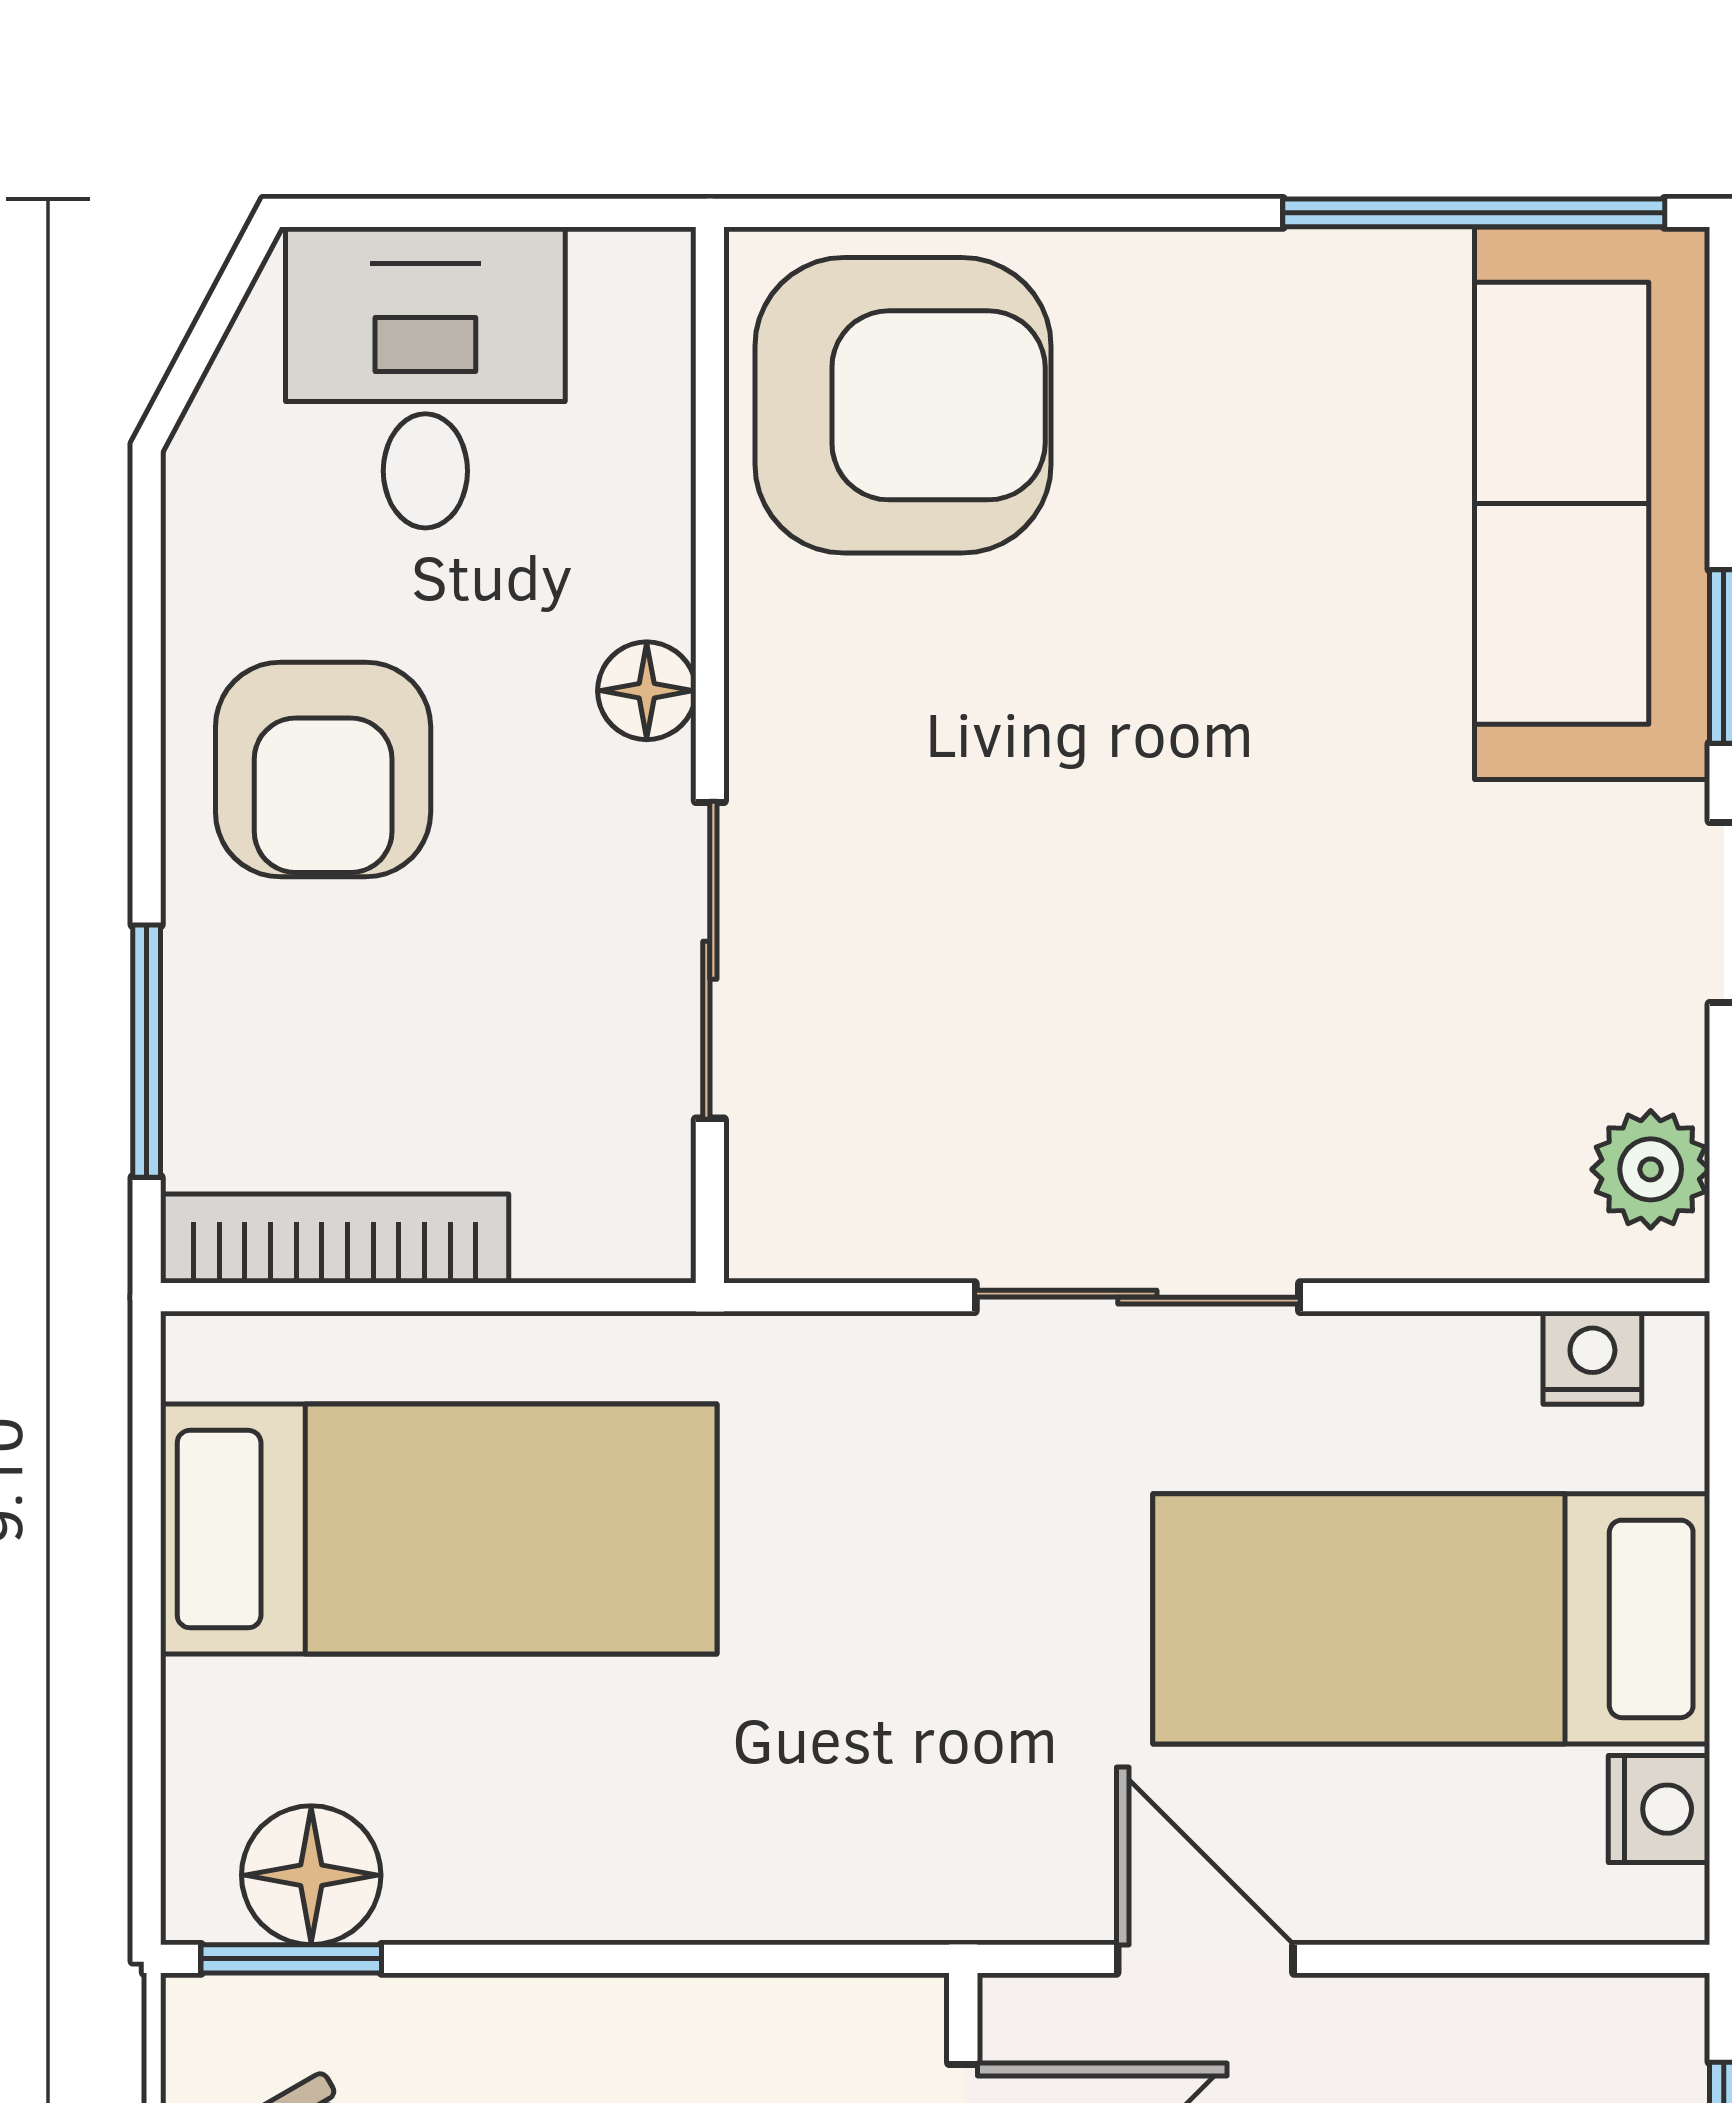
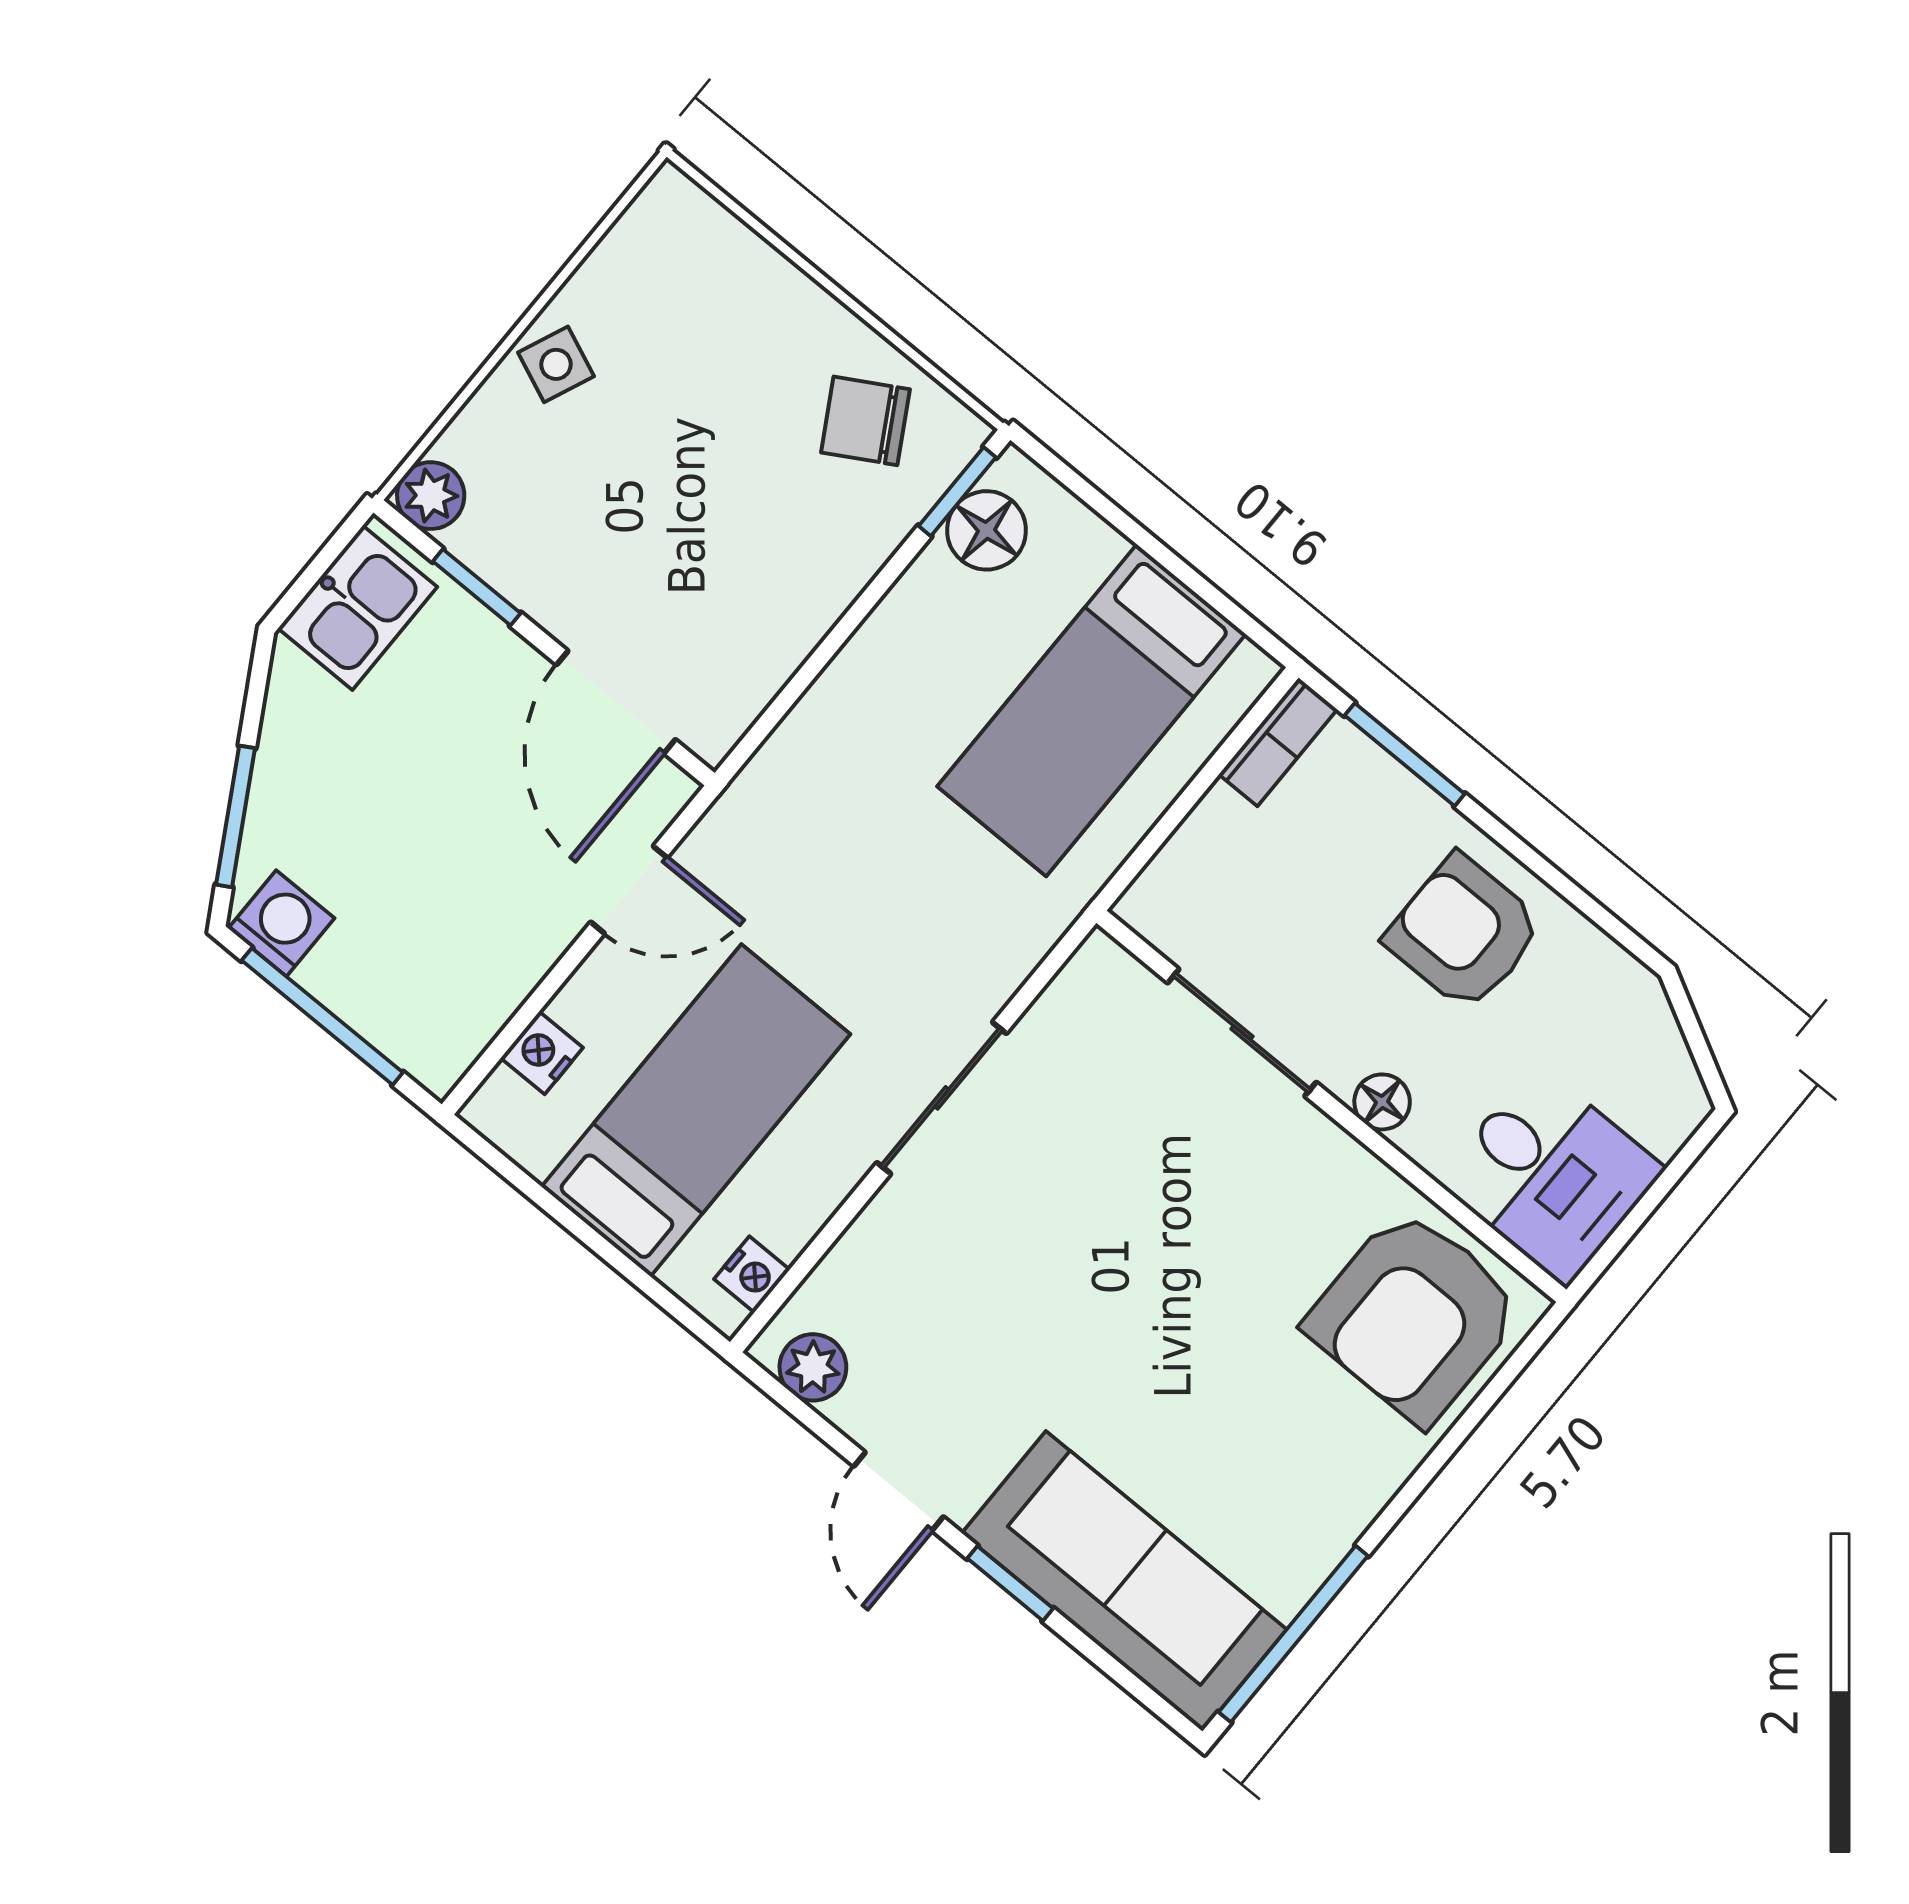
desk: (425, 378) -> (1551, 1175), moved
bookcase: (335, 1238) -> (1278, 742), width x0.64
nightstand: (1659, 1809) -> (542, 1053), moved, turned 90

